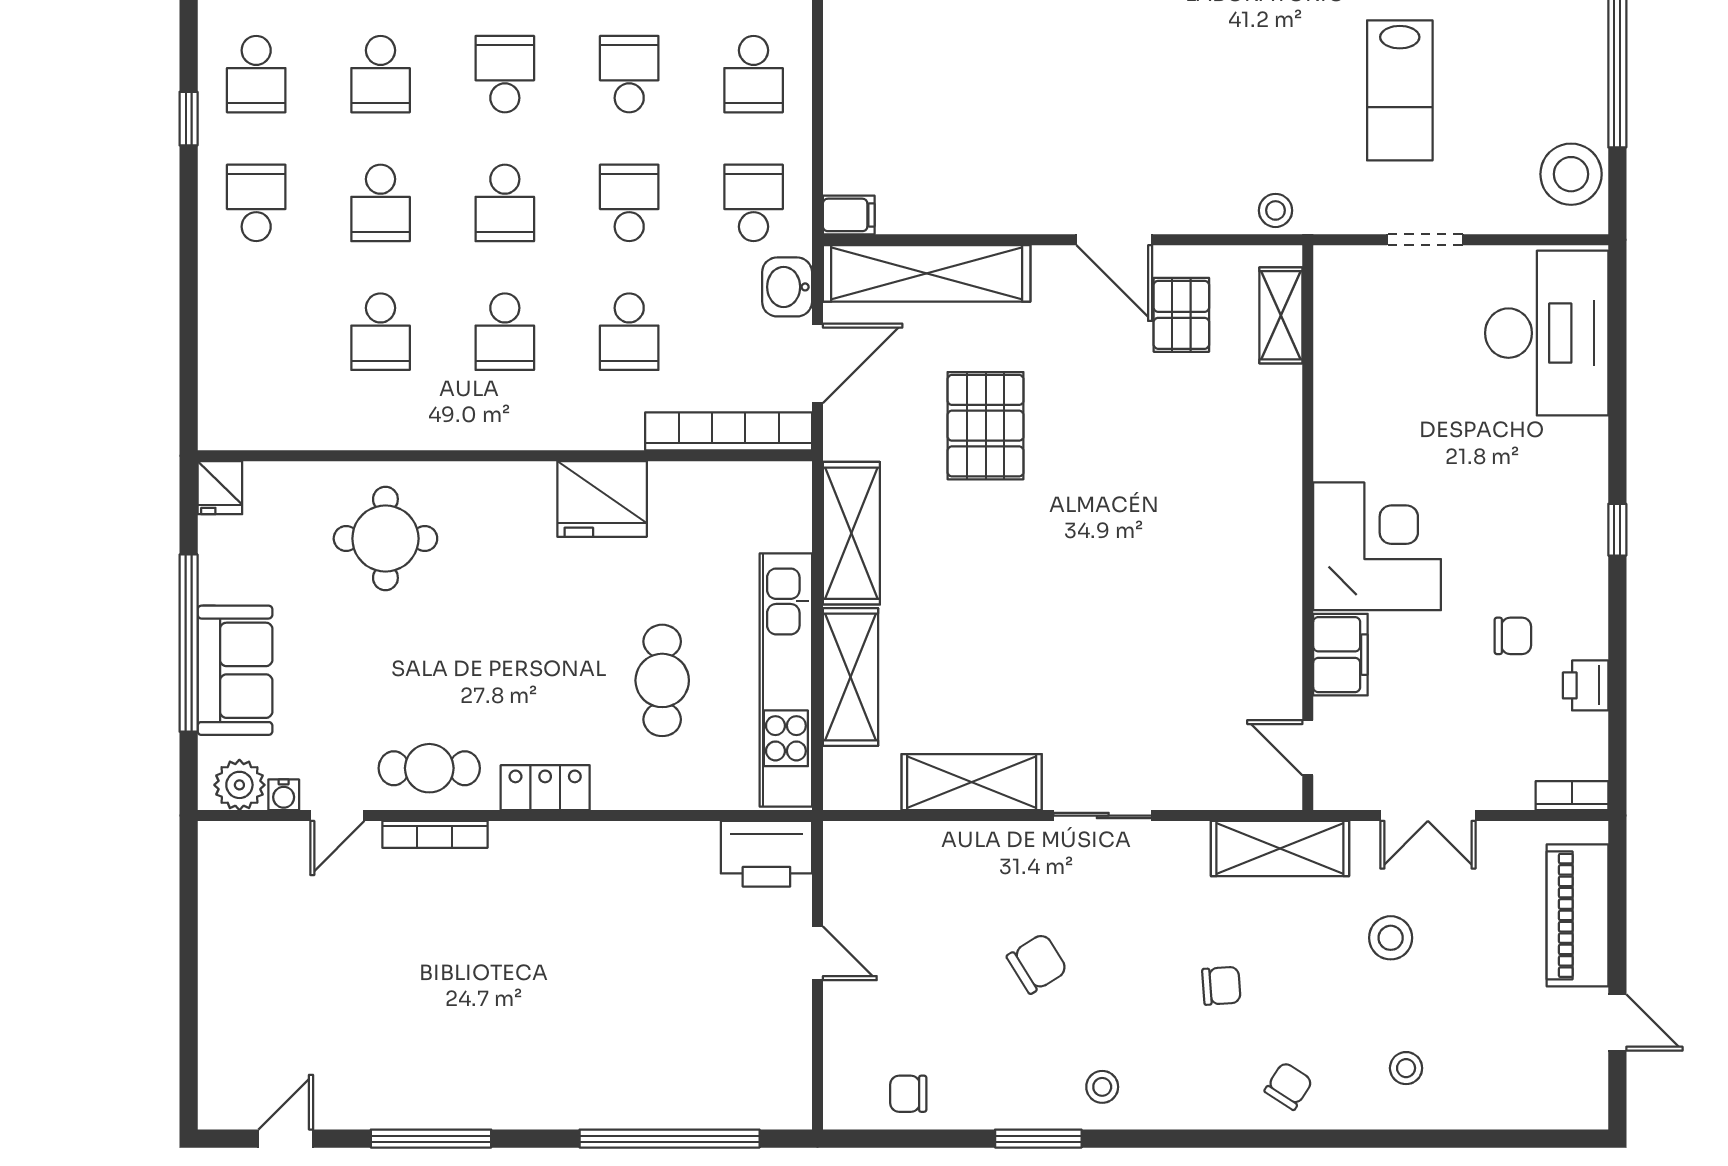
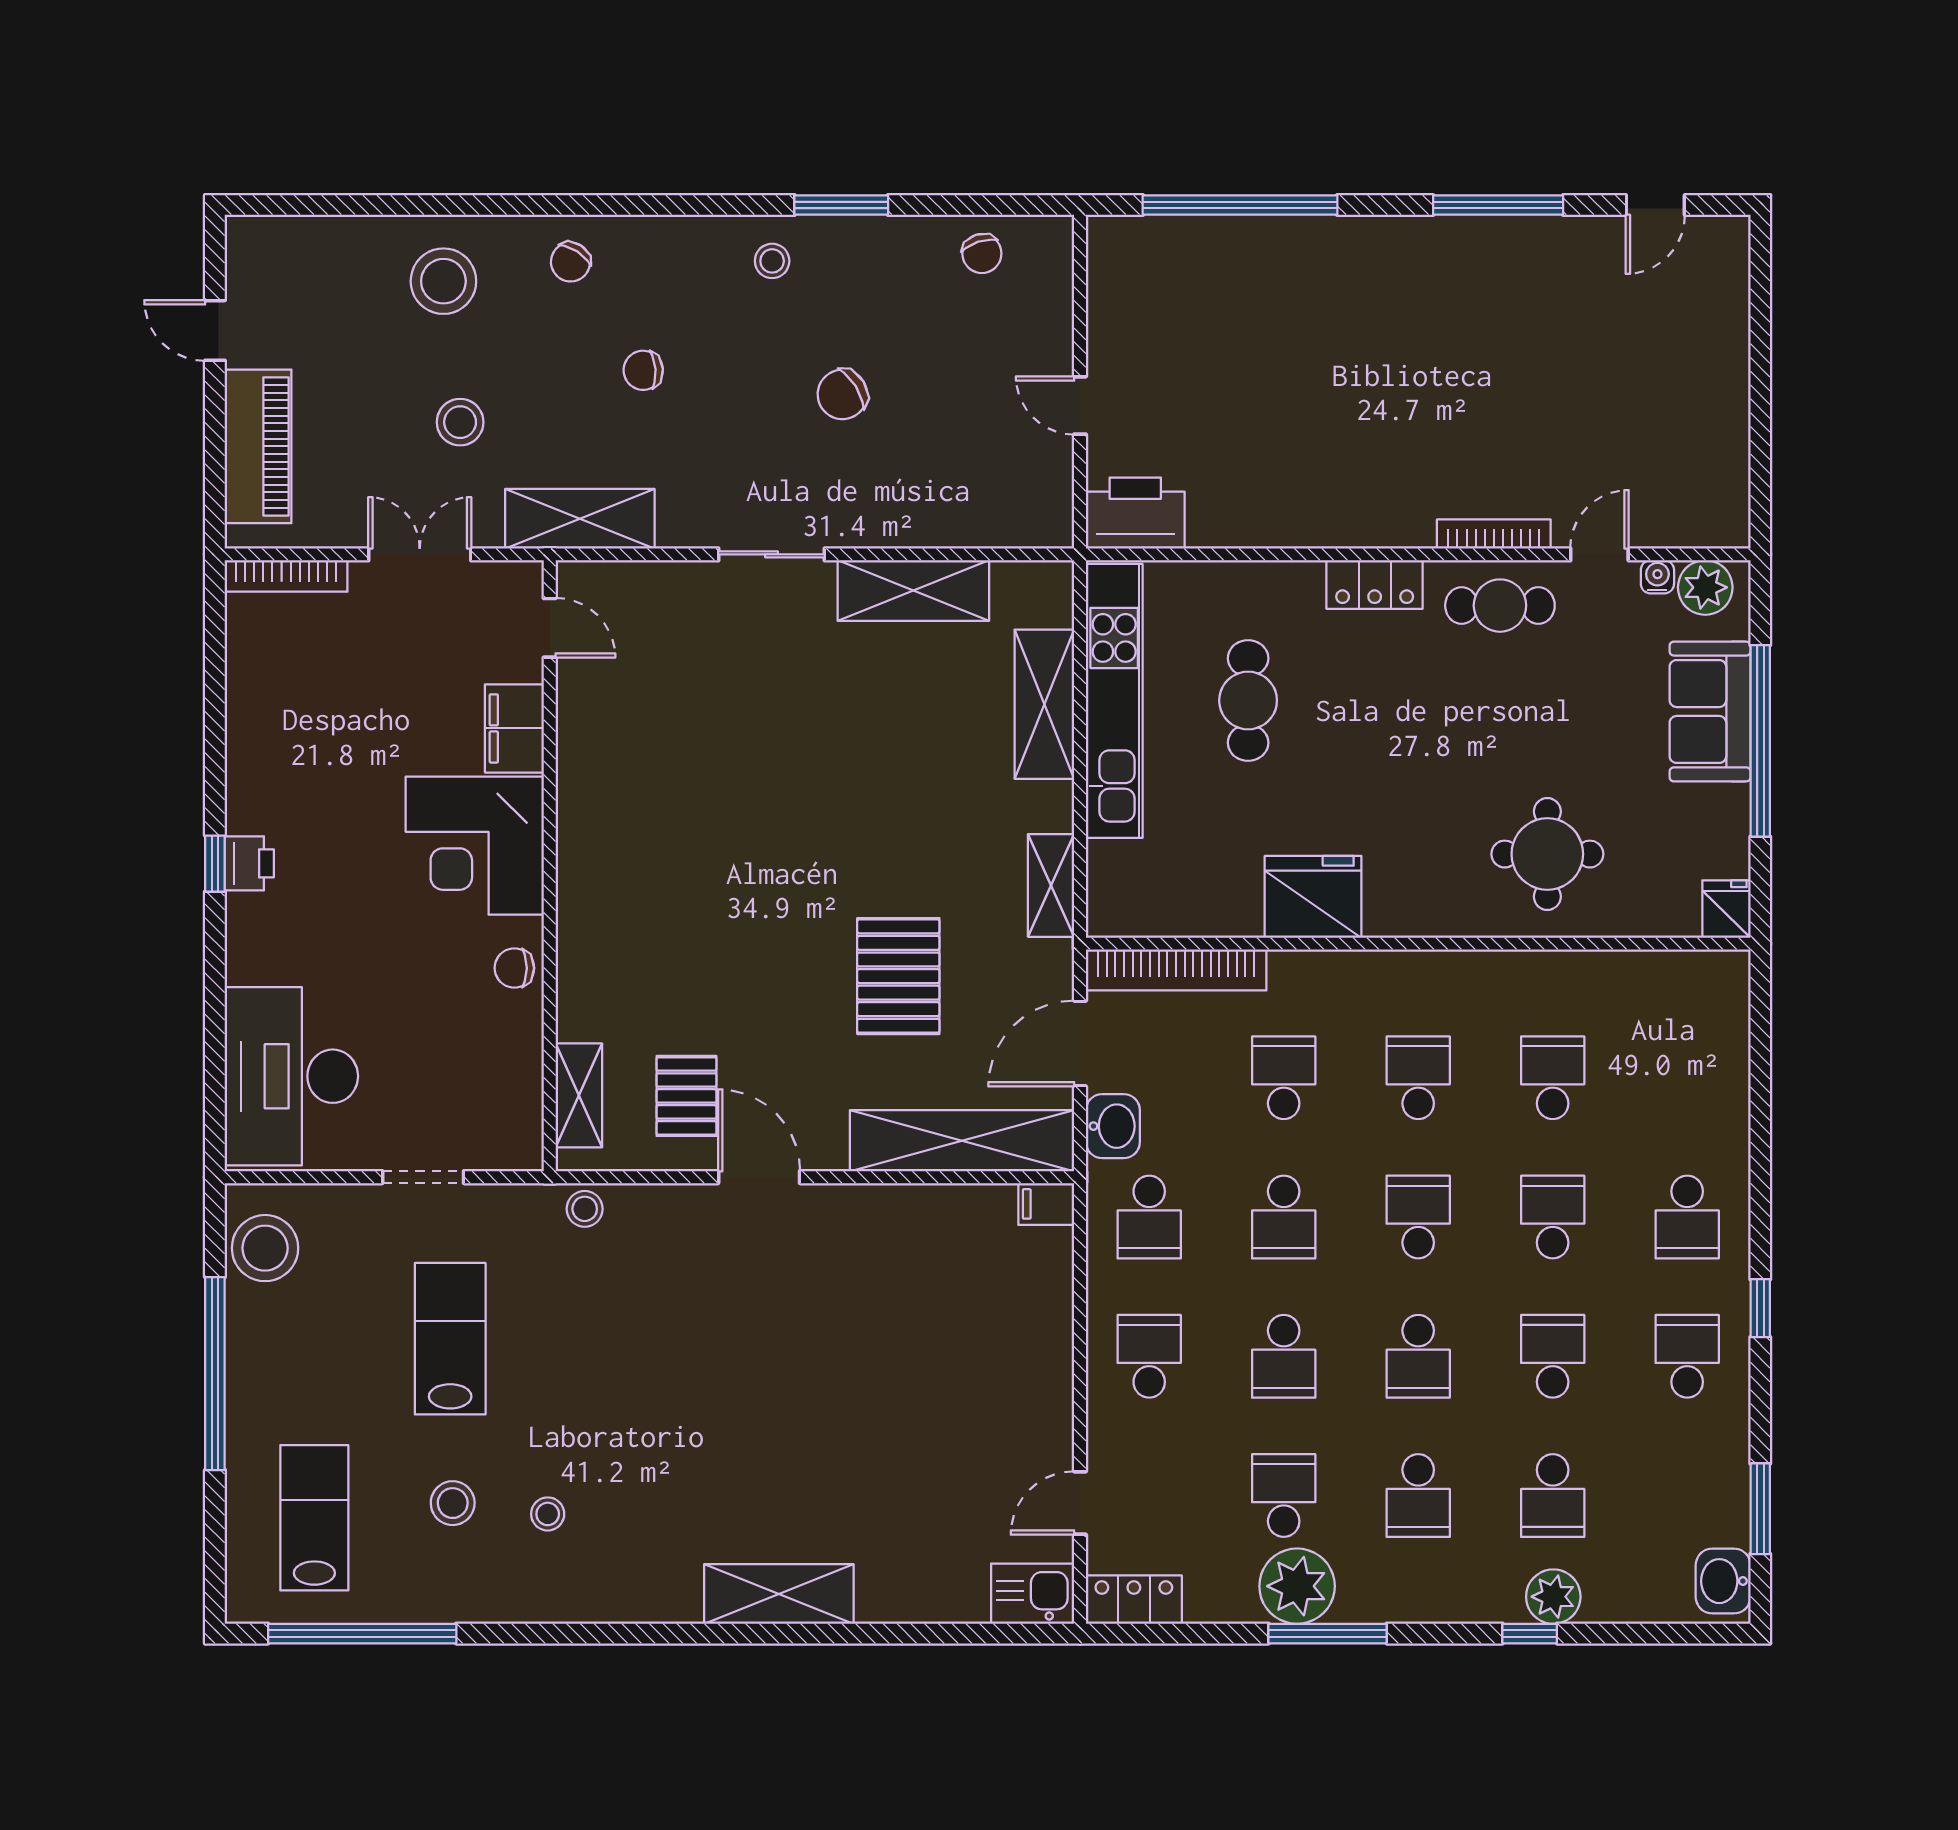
shelving: (851, 533) -> (1051, 885), width x0.67, depth x0.75
chair: (1513, 636) -> (514, 968), moved
printer: (1586, 685) -> (249, 863), moved
bookcase: (1572, 796) -> (286, 576), width x1.56
stool: (1406, 1068) -> (443, 281), width x1.89, depth x1.89
chair: (908, 1094) -> (982, 254), turned 72

